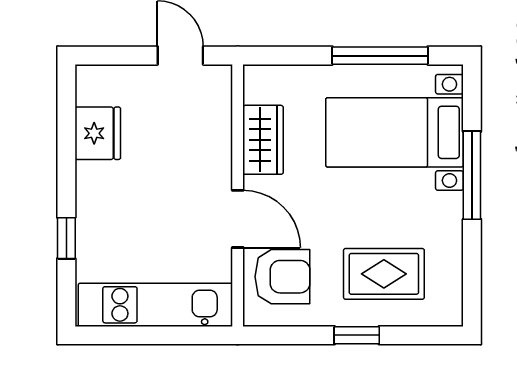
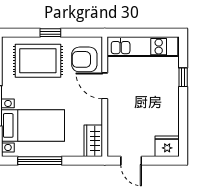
fridge: (98, 133) -> (167, 146), moved, turned 90
wardrobe: (263, 140) -> (93, 141), moved
rug: (384, 274) -> (38, 61), width x1.36, depth x1.43

